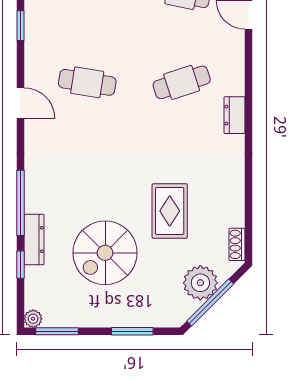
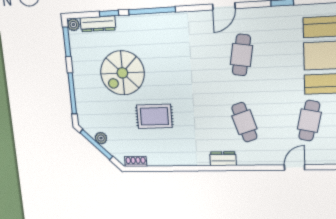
dresser: (34, 240) -> (98, 24), moved
spiral stairs: (105, 253) -> (122, 73), turned -90
plant: (200, 283) -> (101, 138), width x0.53, depth x0.53
window: (132, 331) -> (72, 94), width x1.44

